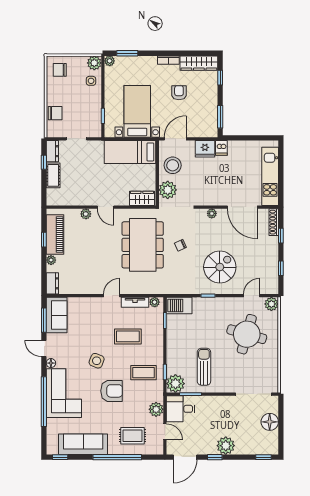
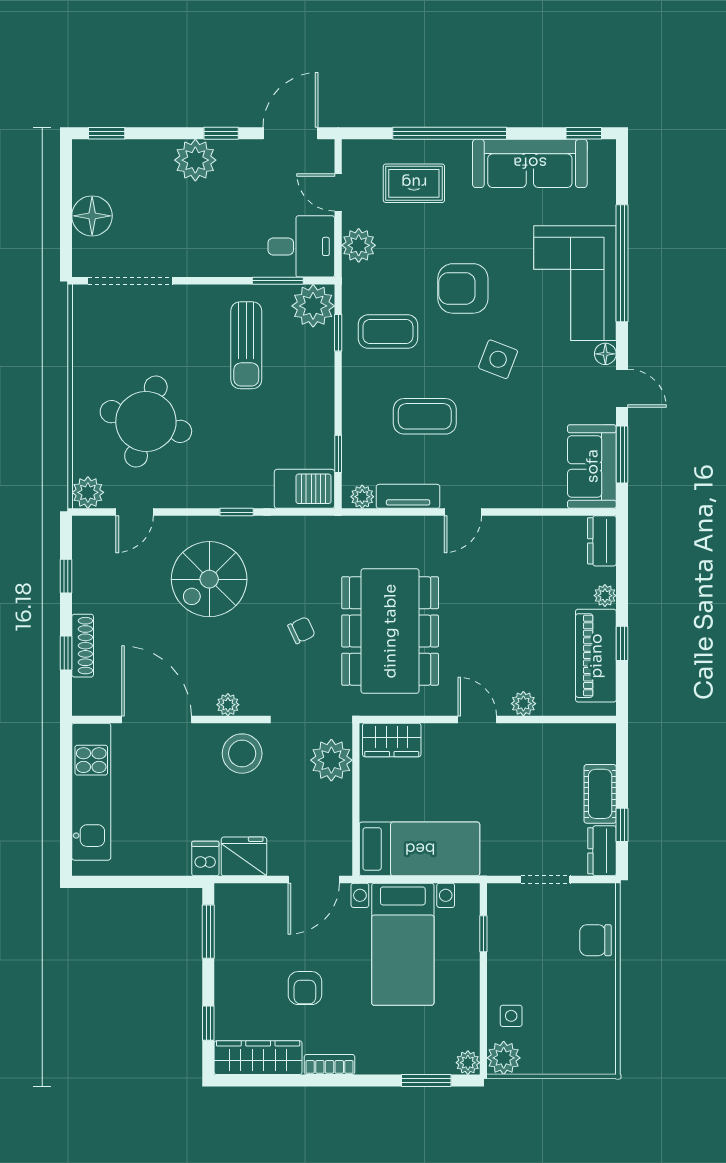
chair: (60, 70) -> (584, 1042), removed
stool: (173, 165) -> (242, 754), moved
shoe rack: (274, 222) -> (83, 646), moved

